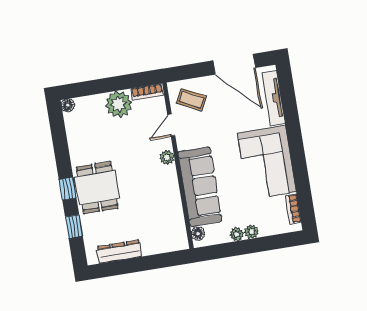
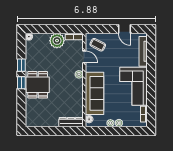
door: (234, 64) -> (124, 29), width x0.53
door: (171, 125) -> (84, 57), swing flipped
window: (74, 226) -> (21, 65), moved
dresser: (119, 252) -> (71, 122), moved

